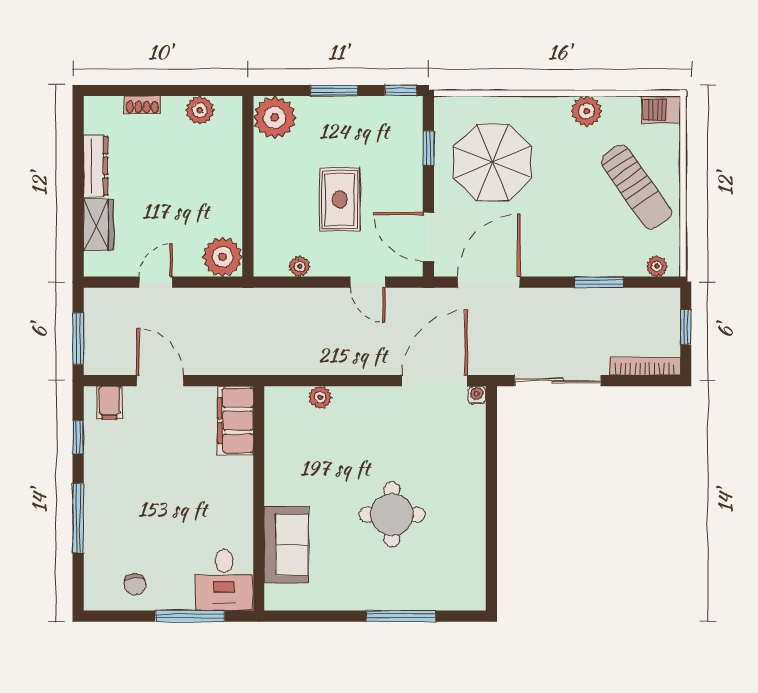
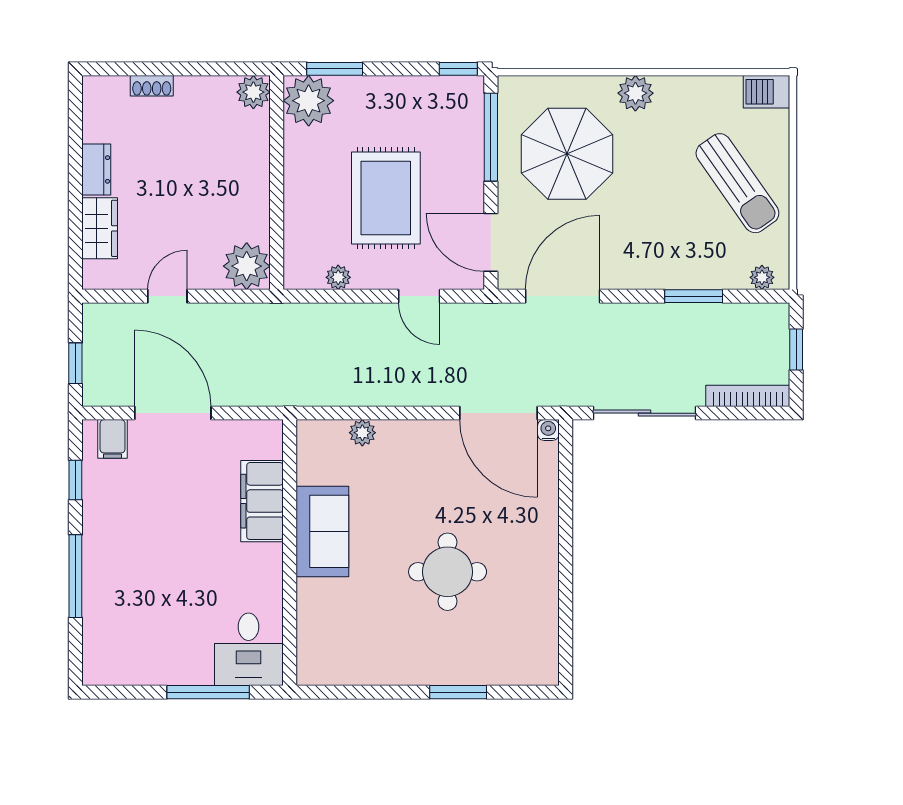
window: (334, 91) -> (335, 69), moved
plant: (200, 110) -> (253, 92), moved
plant: (587, 111) -> (635, 93), moved
window: (428, 148) -> (491, 137), width x2.17
dresser: (96, 166) -> (96, 169), width x0.70
rug: (340, 199) -> (386, 198), width x1.36, depth x1.43
window: (78, 339) -> (75, 363), width x0.67
door: (160, 381) -> (173, 413), width x1.36
door: (435, 381) -> (498, 413), swing flipped
filing cabinet: (235, 421) -> (262, 501), moved
sofa: (286, 545) -> (322, 531), moved
chair: (135, 584) -> (143, 655), removed
window: (401, 616) -> (458, 692), width x0.69

